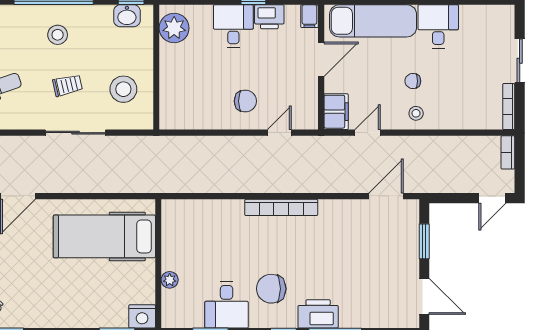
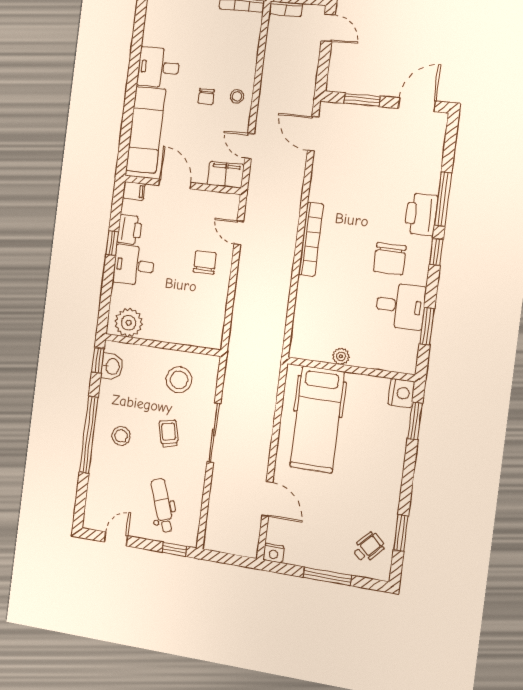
plant: (170, 280) -> (341, 356), moved

